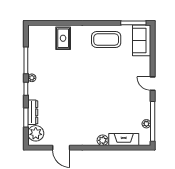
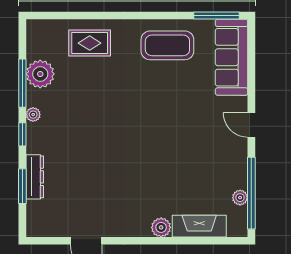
rug: (63, 38) -> (90, 43), turned 90
sofa: (142, 40) -> (232, 57), width x1.36
plant: (36, 133) -> (40, 74), moved

